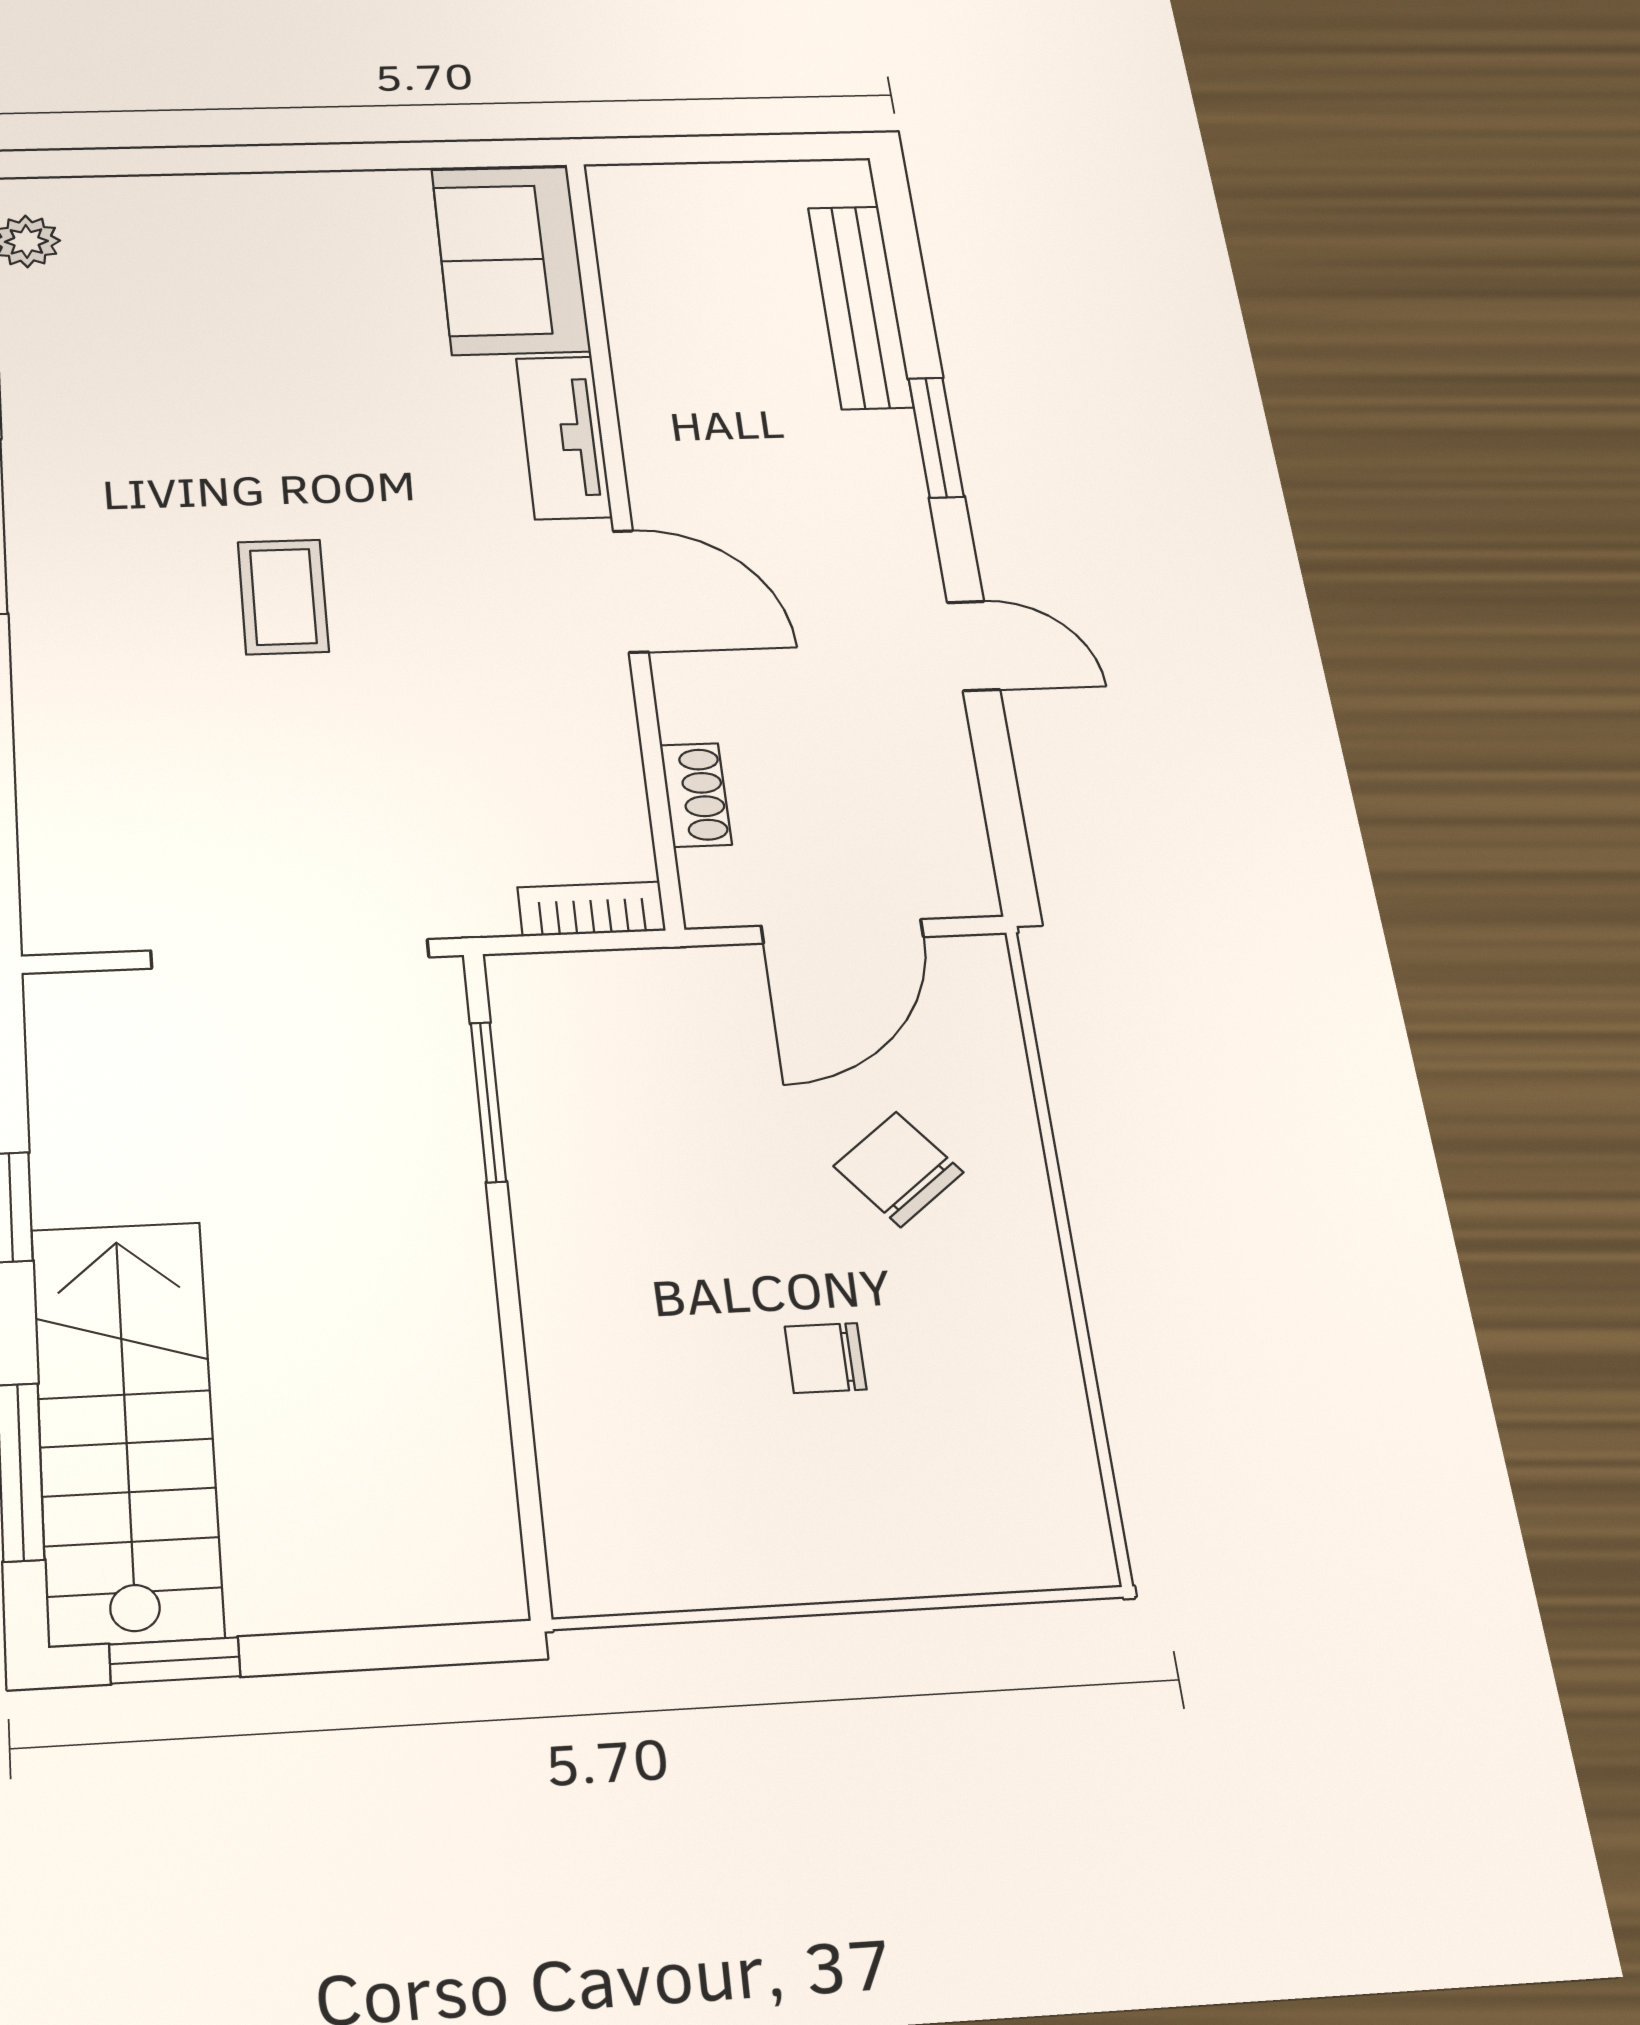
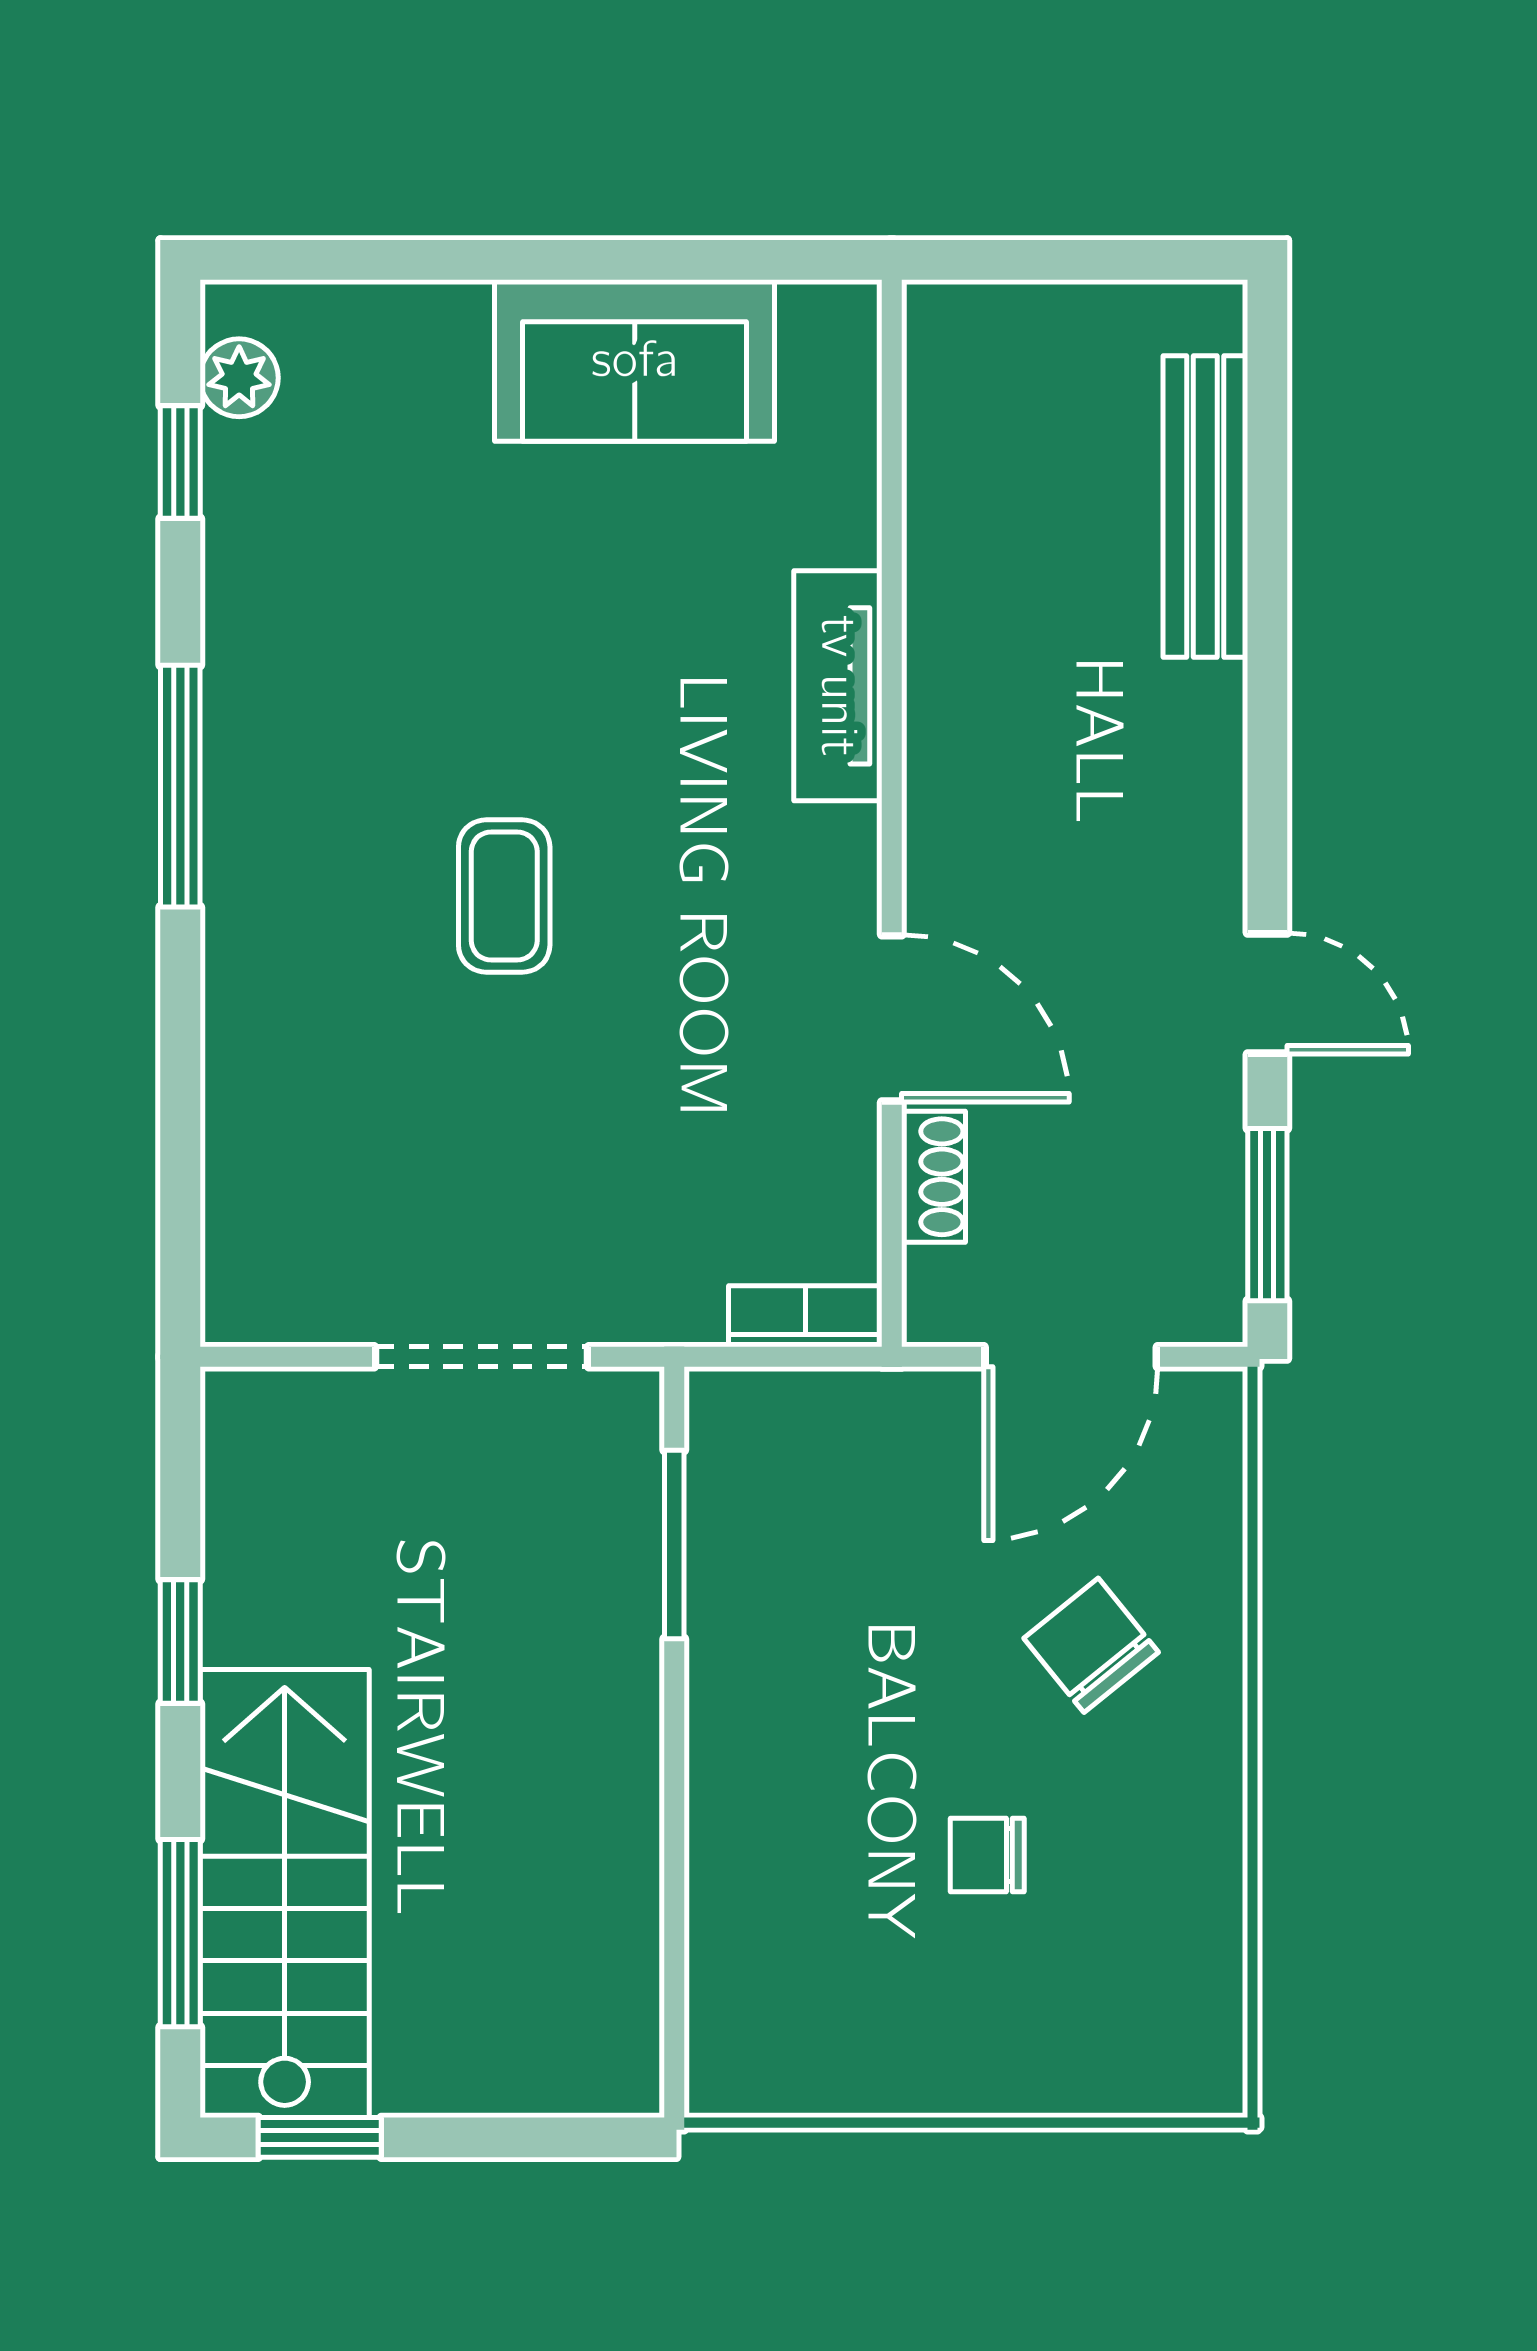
sofa: (510, 260) -> (635, 360), moved, turned -90
window: (936, 437) -> (1267, 1215), moved
door: (631, 591) -> (892, 1018), moved
doorway: (290, 954) -> (482, 1357), width x0.73

